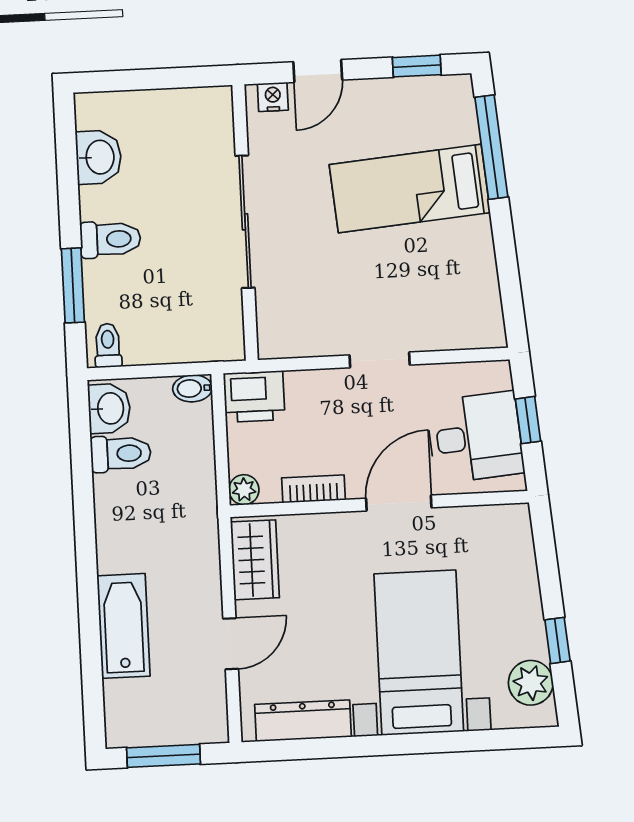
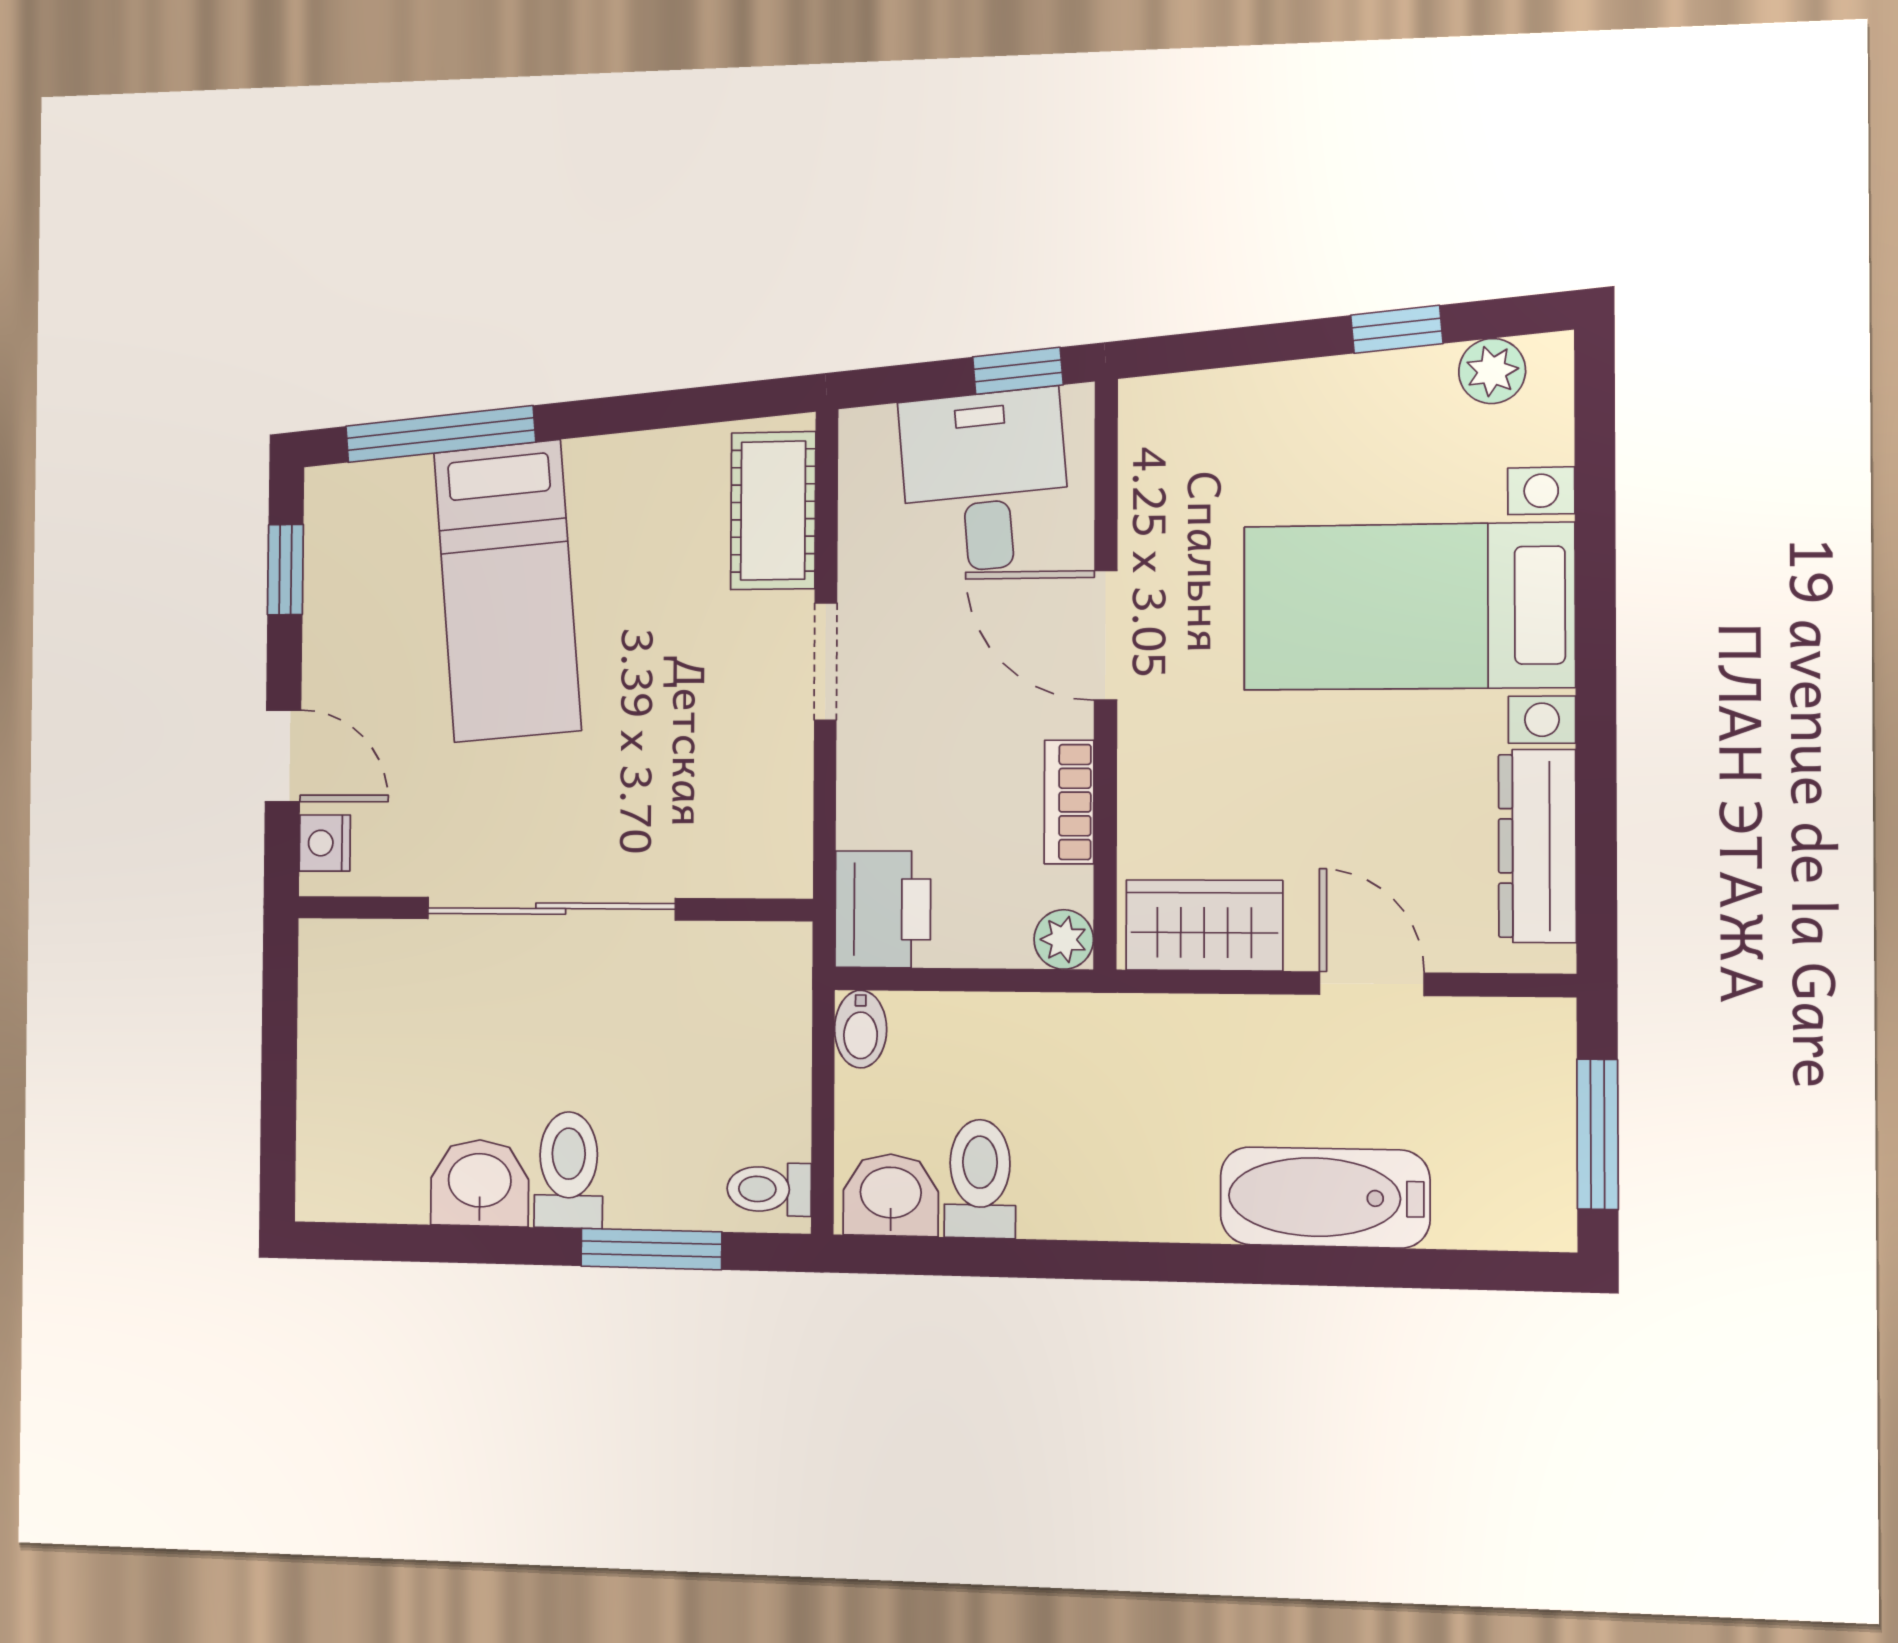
washbasin: (99, 157) -> (480, 1183), moved
cot: (457, 328) -> (773, 511), added
window: (528, 420) -> (1018, 371), moved
plant: (531, 683) -> (1492, 371), width x0.73, depth x0.73

